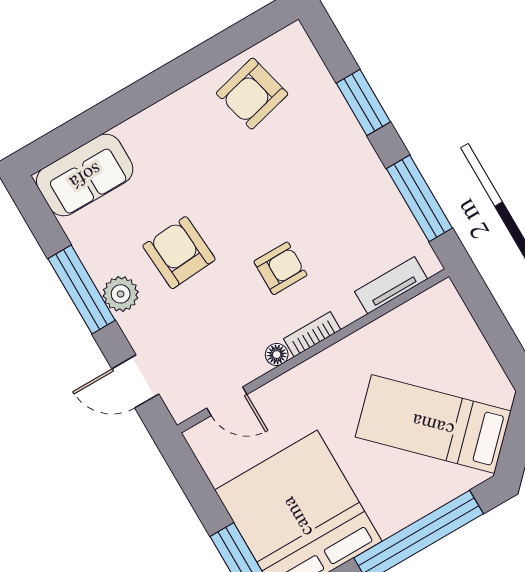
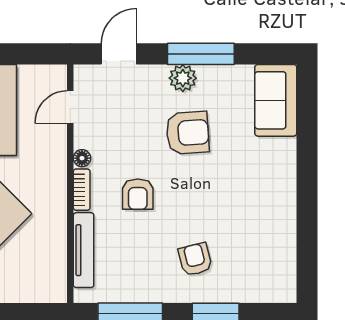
armchair: (252, 94) -> (195, 259), moved, width x0.72, depth x0.72
tv unit: (391, 285) -> (84, 250), width x1.41

